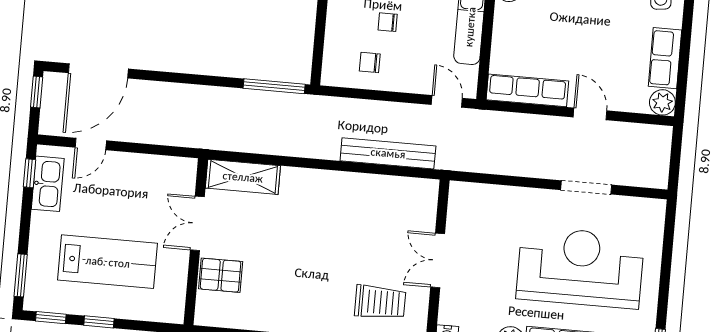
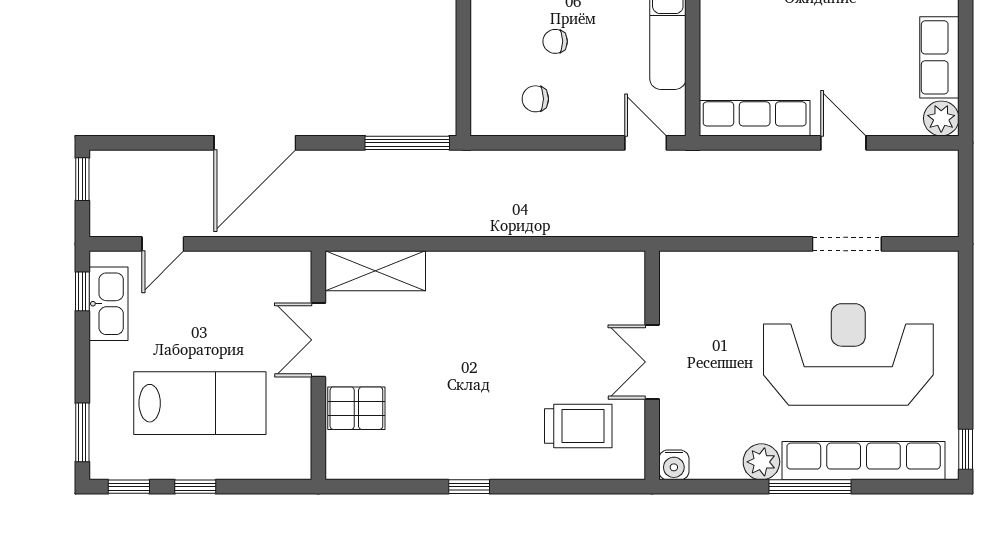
door: (98, 71) -> (255, 143), moved
bench: (388, 153) -> (571, 221), removed

